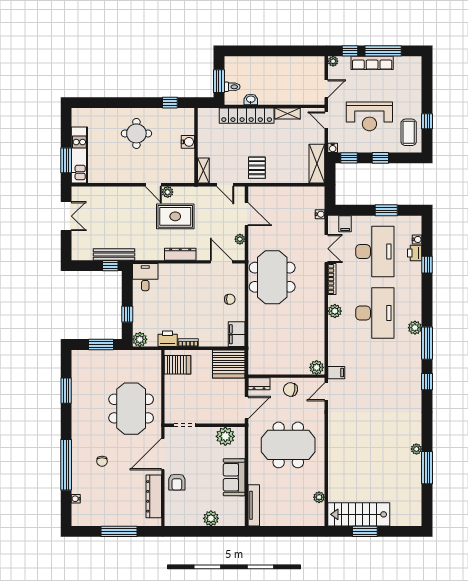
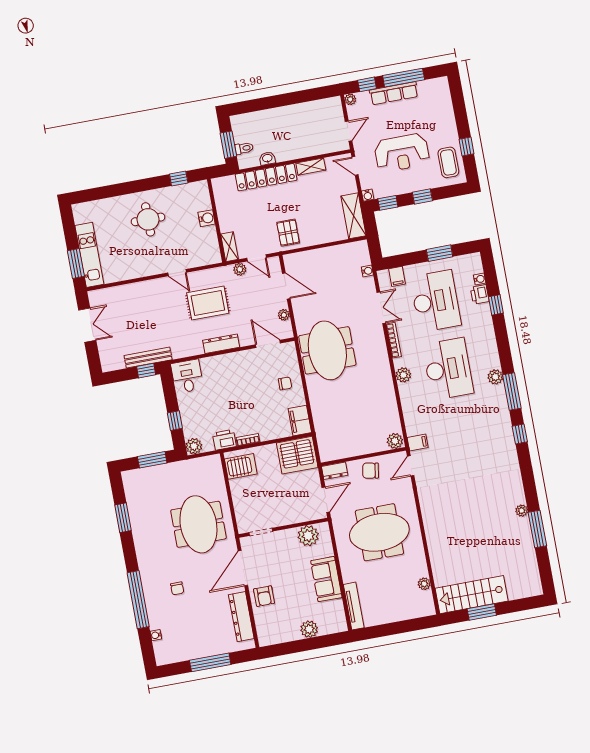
plant: (168, 192) -> (240, 269), moved

